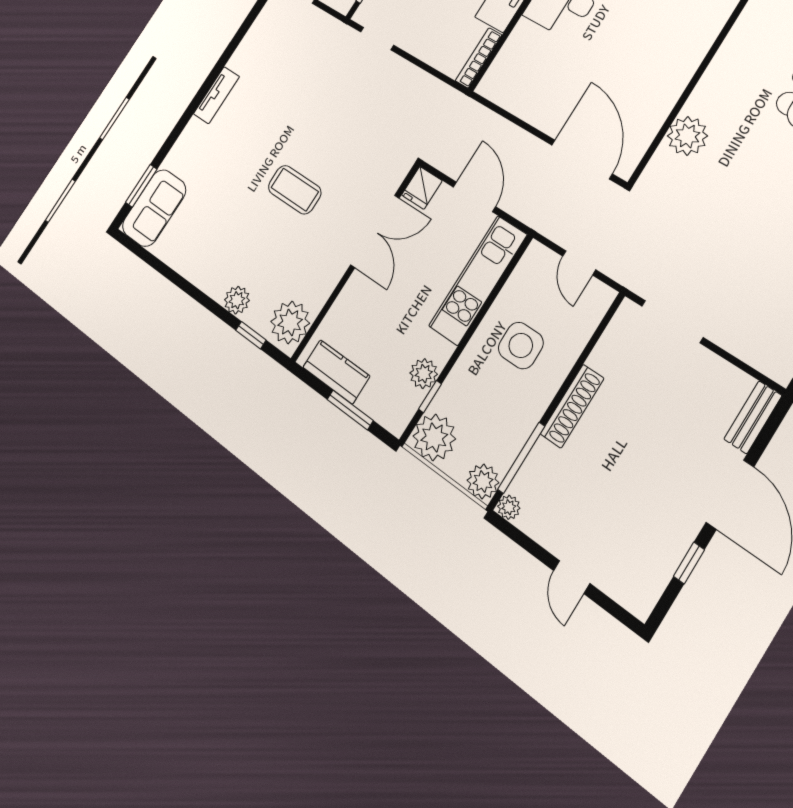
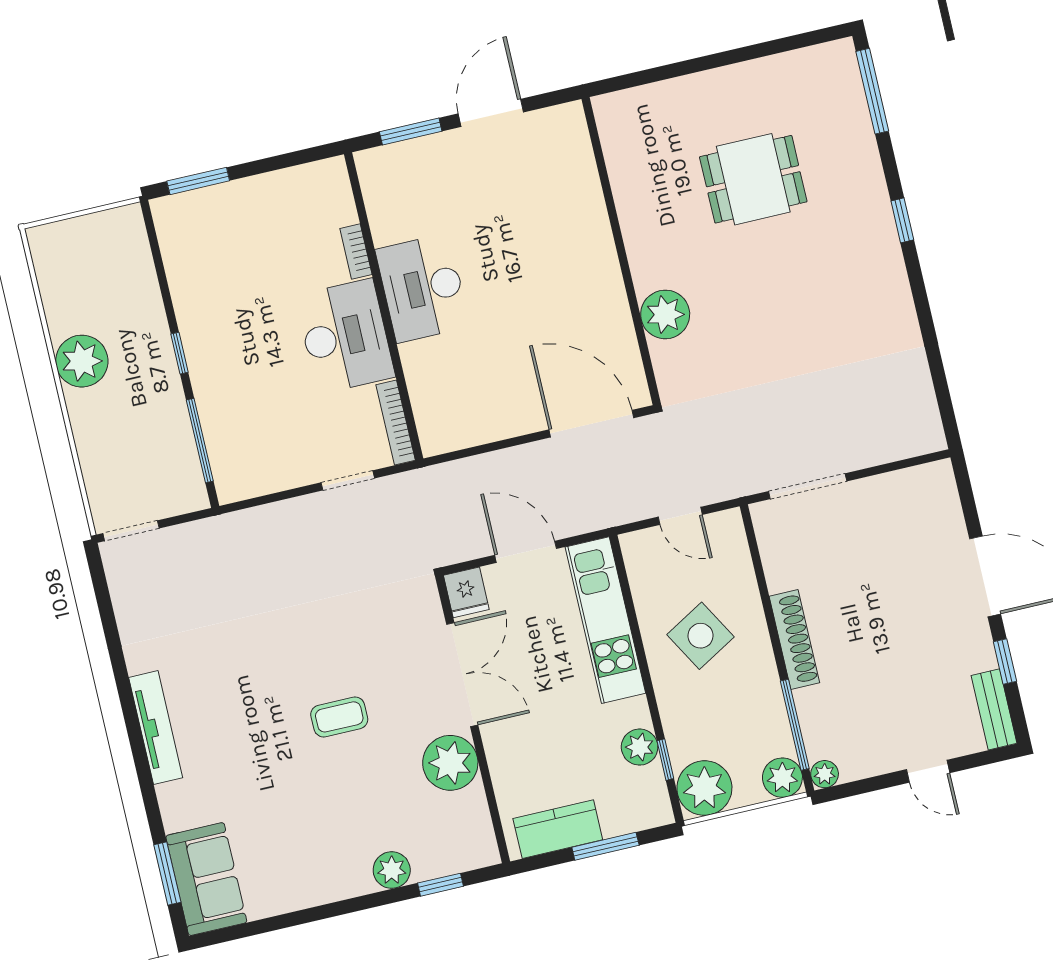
doorway: (377, 38) -> (348, 480), moved
tv unit: (216, 95) -> (156, 728), width x1.41
coffee table: (295, 190) -> (339, 717), width x0.73, depth x0.77
plant: (290, 322) -> (450, 763), moved
side table: (521, 345) -> (701, 636), turned -30
bench: (753, 417) -> (994, 709), moved

